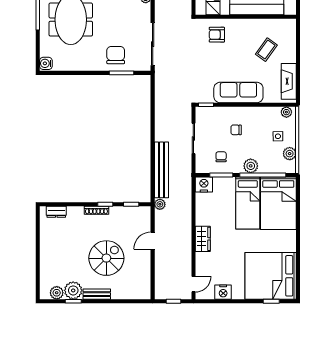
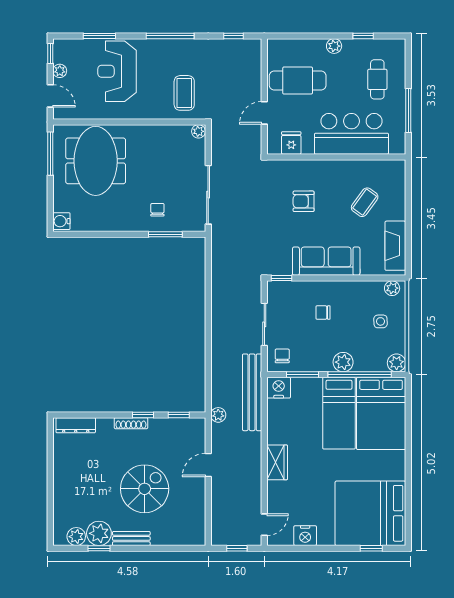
armchair: (217, 35) -> (304, 201), moved
chair: (116, 55) -> (157, 210), width x0.54, depth x0.54
plant: (290, 154) -> (397, 363), moved
chair: (221, 157) -> (282, 356), moved
bench: (161, 170) -> (252, 392), moved
dresser: (56, 212) -> (76, 425), width x1.44

